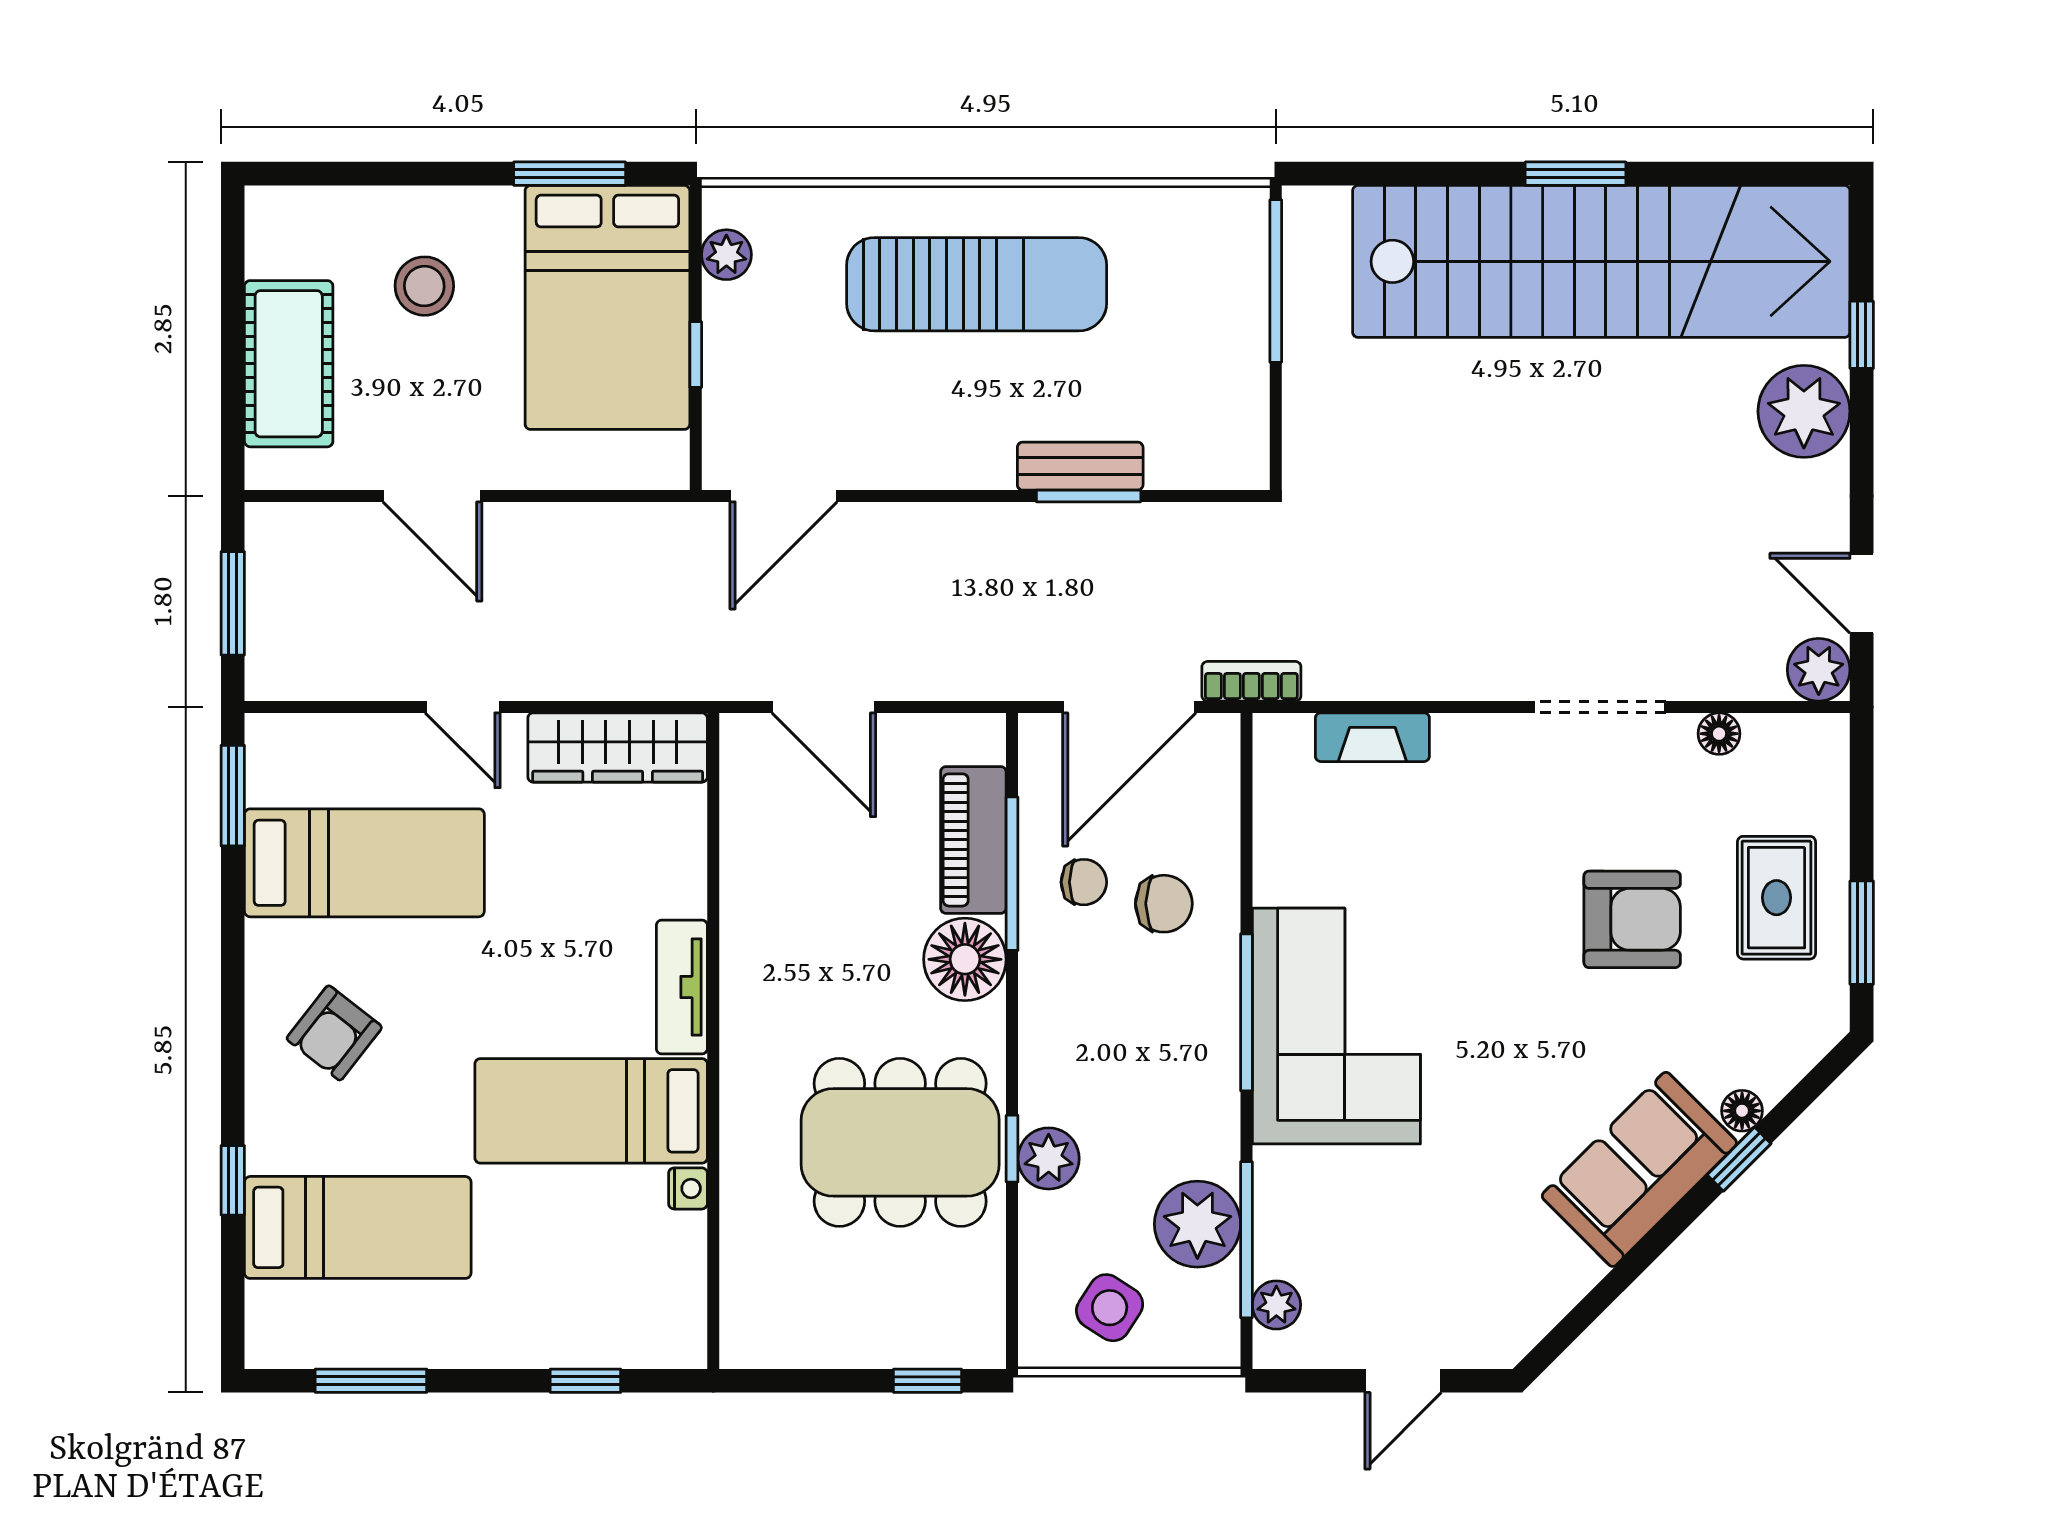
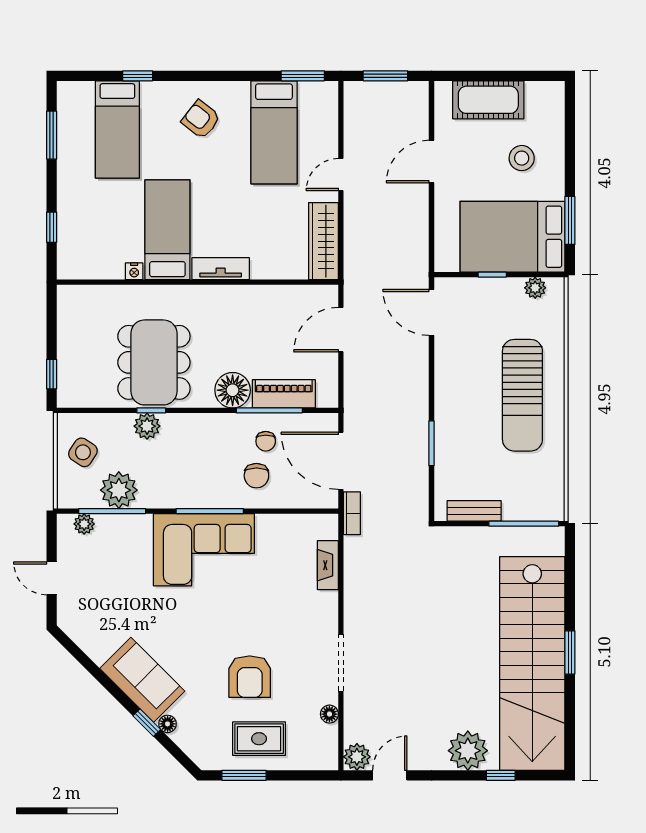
bench: (1080, 466) -> (474, 511), moved, turned 90

